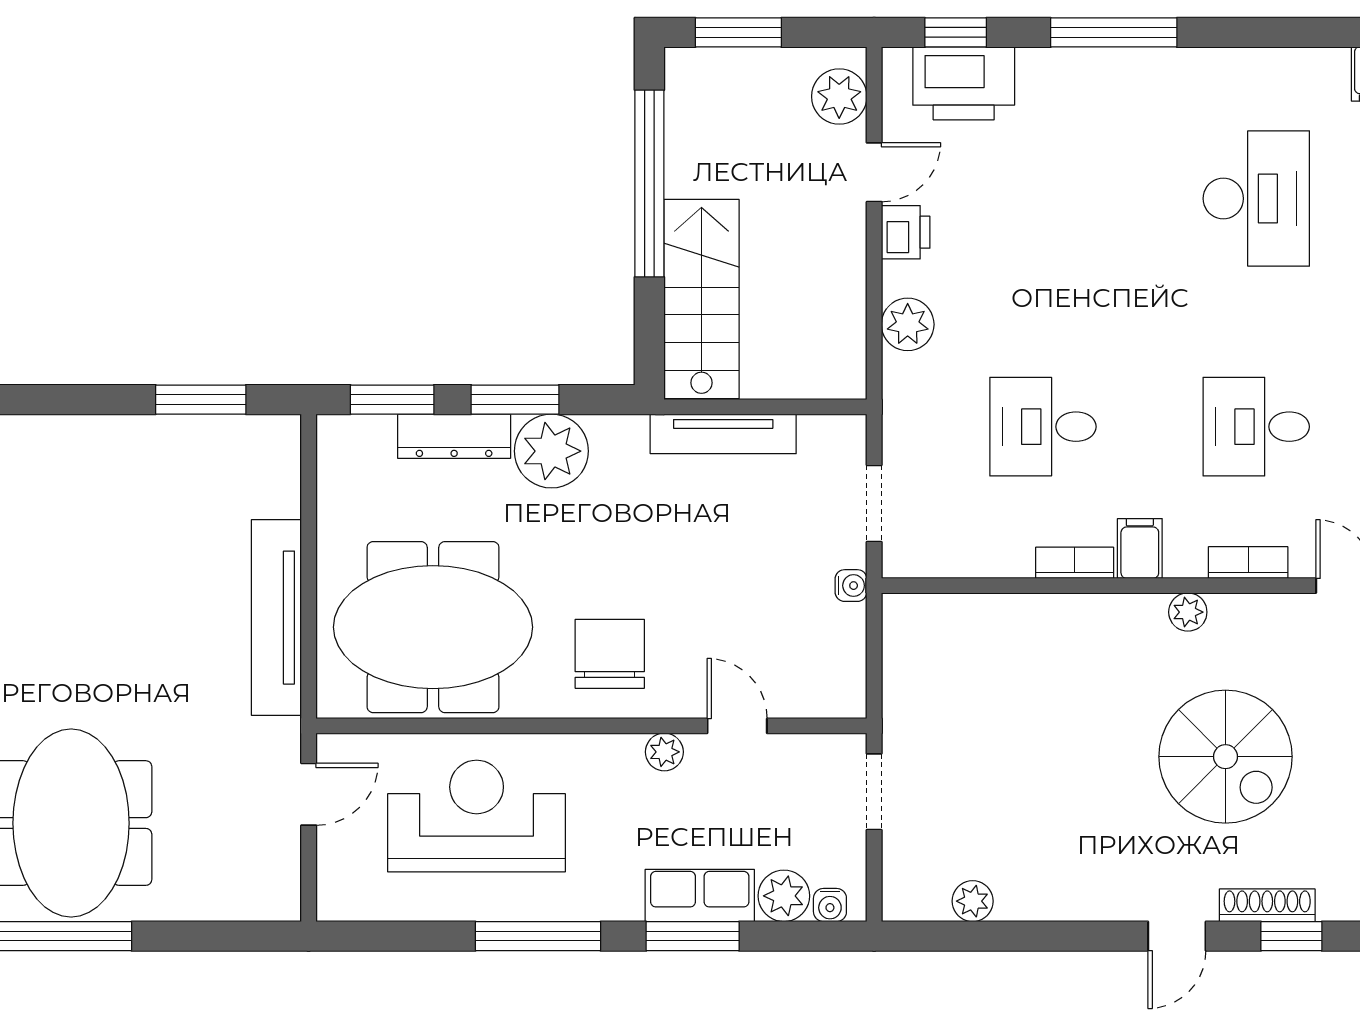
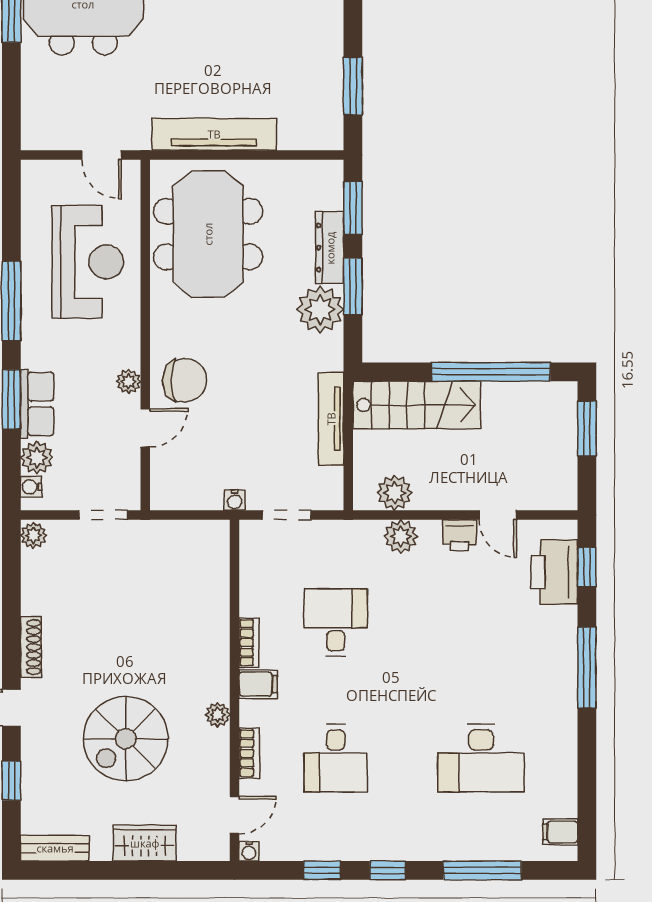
plant: (839, 96) -> (395, 493), moved
desk: (1256, 427) -> (336, 758), turned 180
chair: (610, 654) -> (185, 380), moved
plant: (973, 901) -> (34, 535), moved
shoe rack: (1267, 905) -> (31, 647), moved

